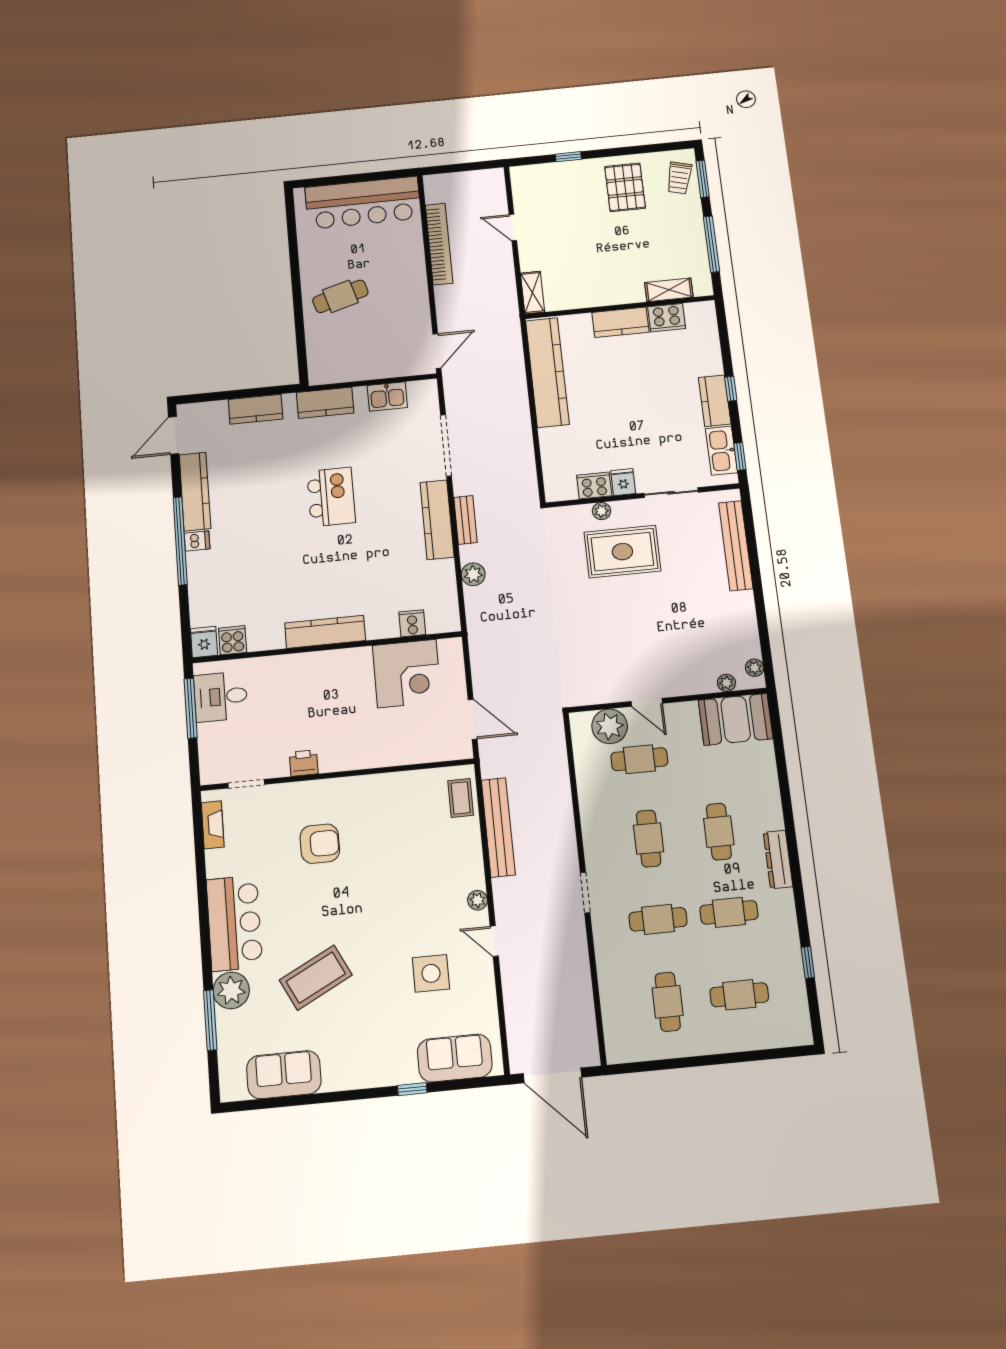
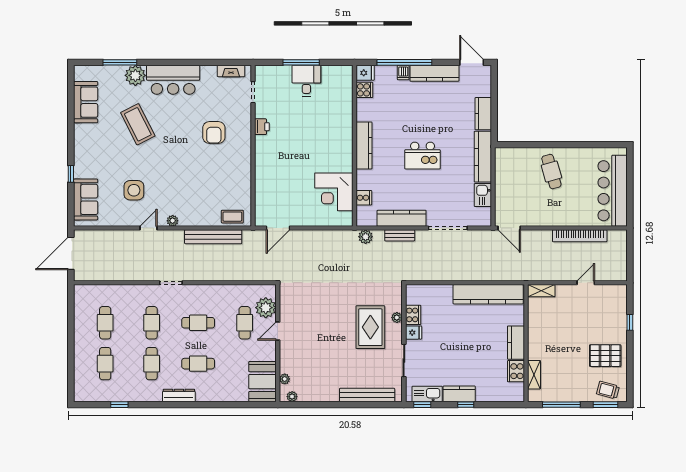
kitchen counter: (325, 403) -> (483, 157), width x1.50
cooker: (412, 623) -> (364, 198), moved
kitchen counter: (325, 632) -> (364, 145), moved
cooker: (233, 640) -> (364, 90), moved
fridge: (204, 642) -> (365, 73), moved
wall: (327, 647) -> (355, 146), moved
corner desk: (407, 674) -> (334, 192), moved
cafe table: (668, 1002) -> (105, 323), turned 90

